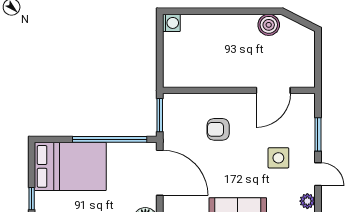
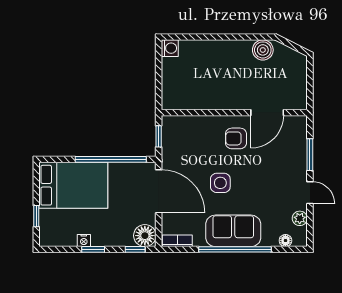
window: (160, 115) -> (159, 136), width x0.67
armchair: (218, 129) -> (236, 138), moved
side table: (278, 158) -> (220, 183), moved

